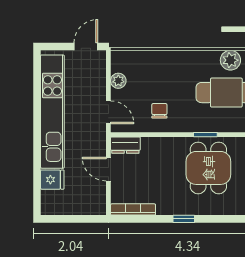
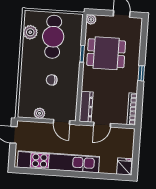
chair: (159, 111) -> (52, 80), moved
door: (108, 112) -> (62, 122), swing flipped
dresser: (125, 145) -> (86, 107), width x1.44
fridge: (52, 180) -> (124, 166), moved

